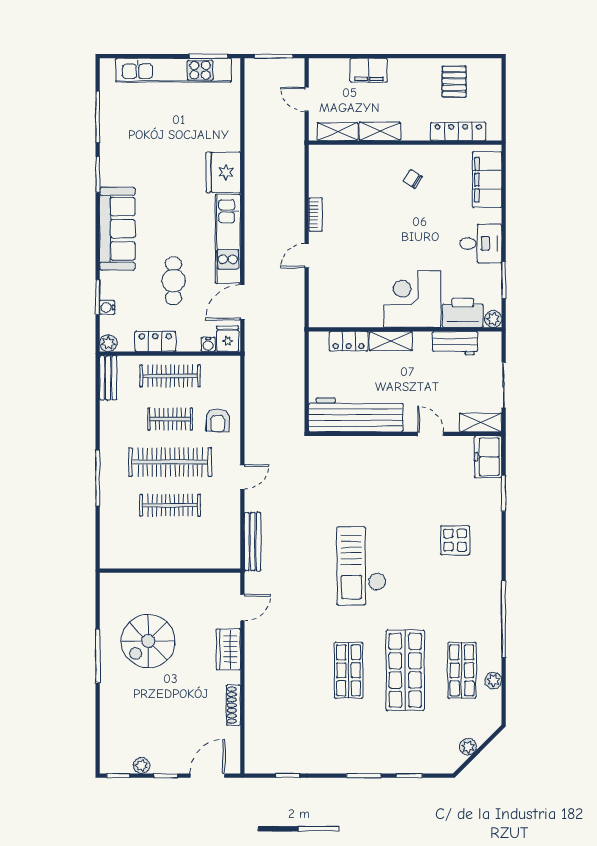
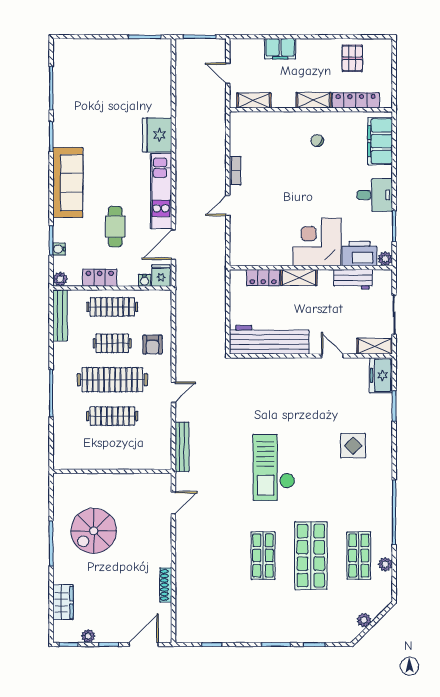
kitchen unit: (174, 70) -> (115, 49), removed
shelving: (380, 131) -> (314, 100), moved
bench: (108, 378) -> (60, 315), width x1.36
wardrobe: (228, 649) -> (63, 602), moved, turned 180

